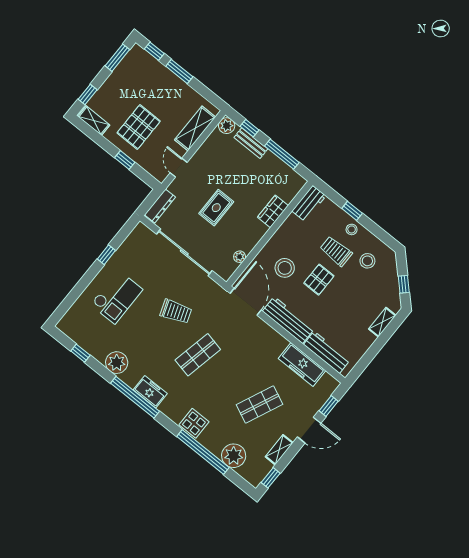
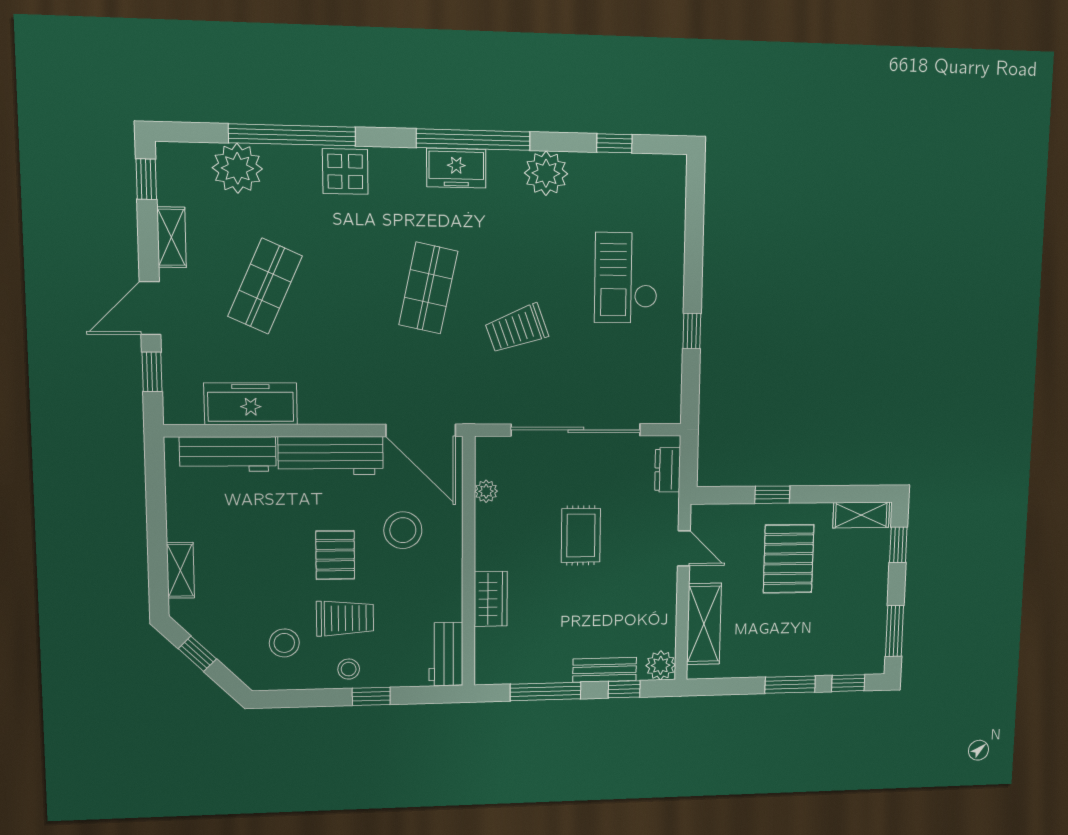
dresser: (160, 206) -> (668, 470), width x0.70

